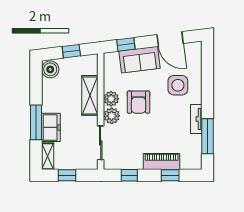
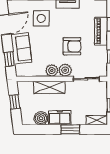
boiler: (50, 69) -> (41, 118), moved
armchair: (139, 102) -> (72, 46), moved
window: (36, 122) -> (70, 129), width x0.69
freezer: (51, 127) -> (60, 118), moved

